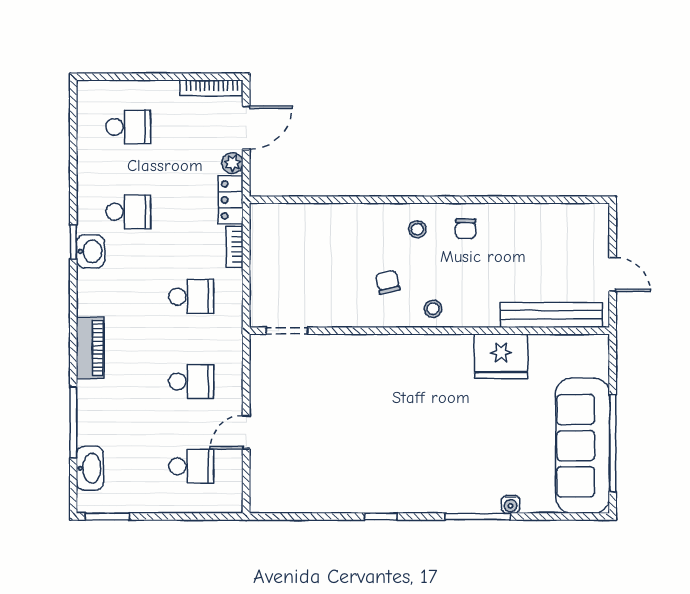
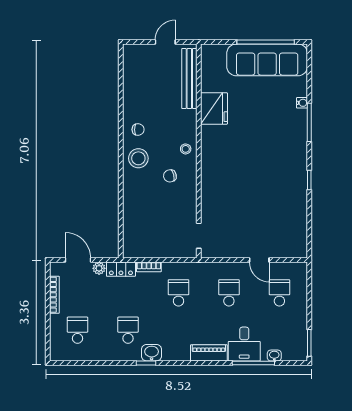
bookcase: (212, 88) -> (54, 295), moved
stool: (417, 229) -> (138, 158), width x1.89, depth x1.89
desk: (105, 407) -> (244, 344), added
washbasin: (90, 468) -> (274, 356), width x0.52, depth x0.69

